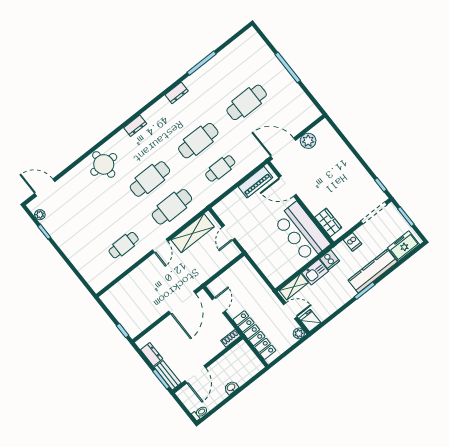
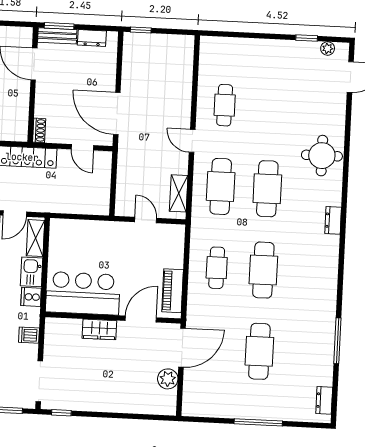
dresser: (177, 93) -> (324, 400), moved
wardrobe: (328, 222) -> (99, 329), moved
shelving: (193, 233) -> (179, 193), width x0.67, depth x0.75

